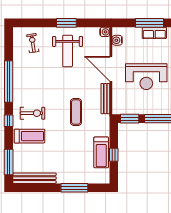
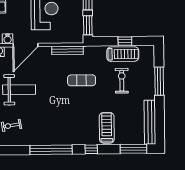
door: (111, 69) -> (25, 45), moved
exercise bike: (33, 113) -> (122, 81), moved

